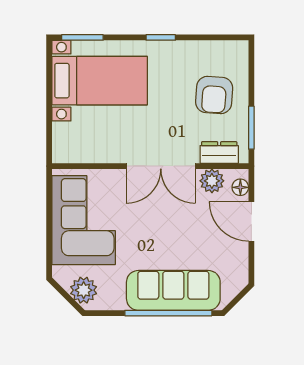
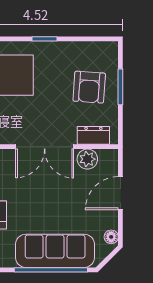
window: (251, 128) -> (120, 87), moved
floor lamp: (240, 187) -> (111, 237), moved
door: (251, 222) -> (120, 193), hinge flipped

